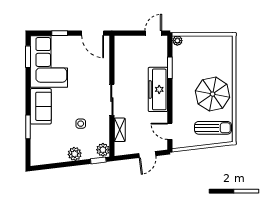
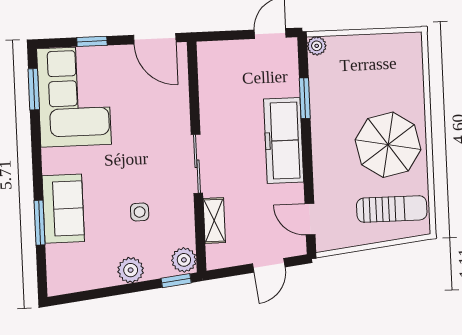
sofa: (41, 106) -> (63, 209), moved

